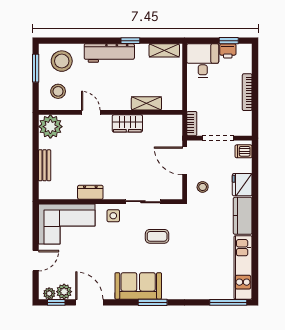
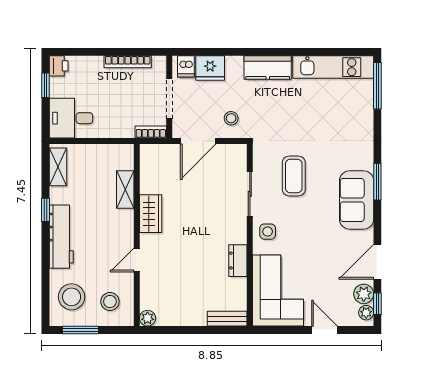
printer: (228, 51) -> (59, 66), moved
bookcase: (247, 92) -> (128, 62), moved
plant: (50, 127) -> (148, 318), width x0.53, depth x0.53
bench: (45, 165) -> (227, 319), moved
fridge: (242, 185) -> (210, 68), moved
coffee table: (157, 236) -> (294, 176), width x1.36, depth x1.30

